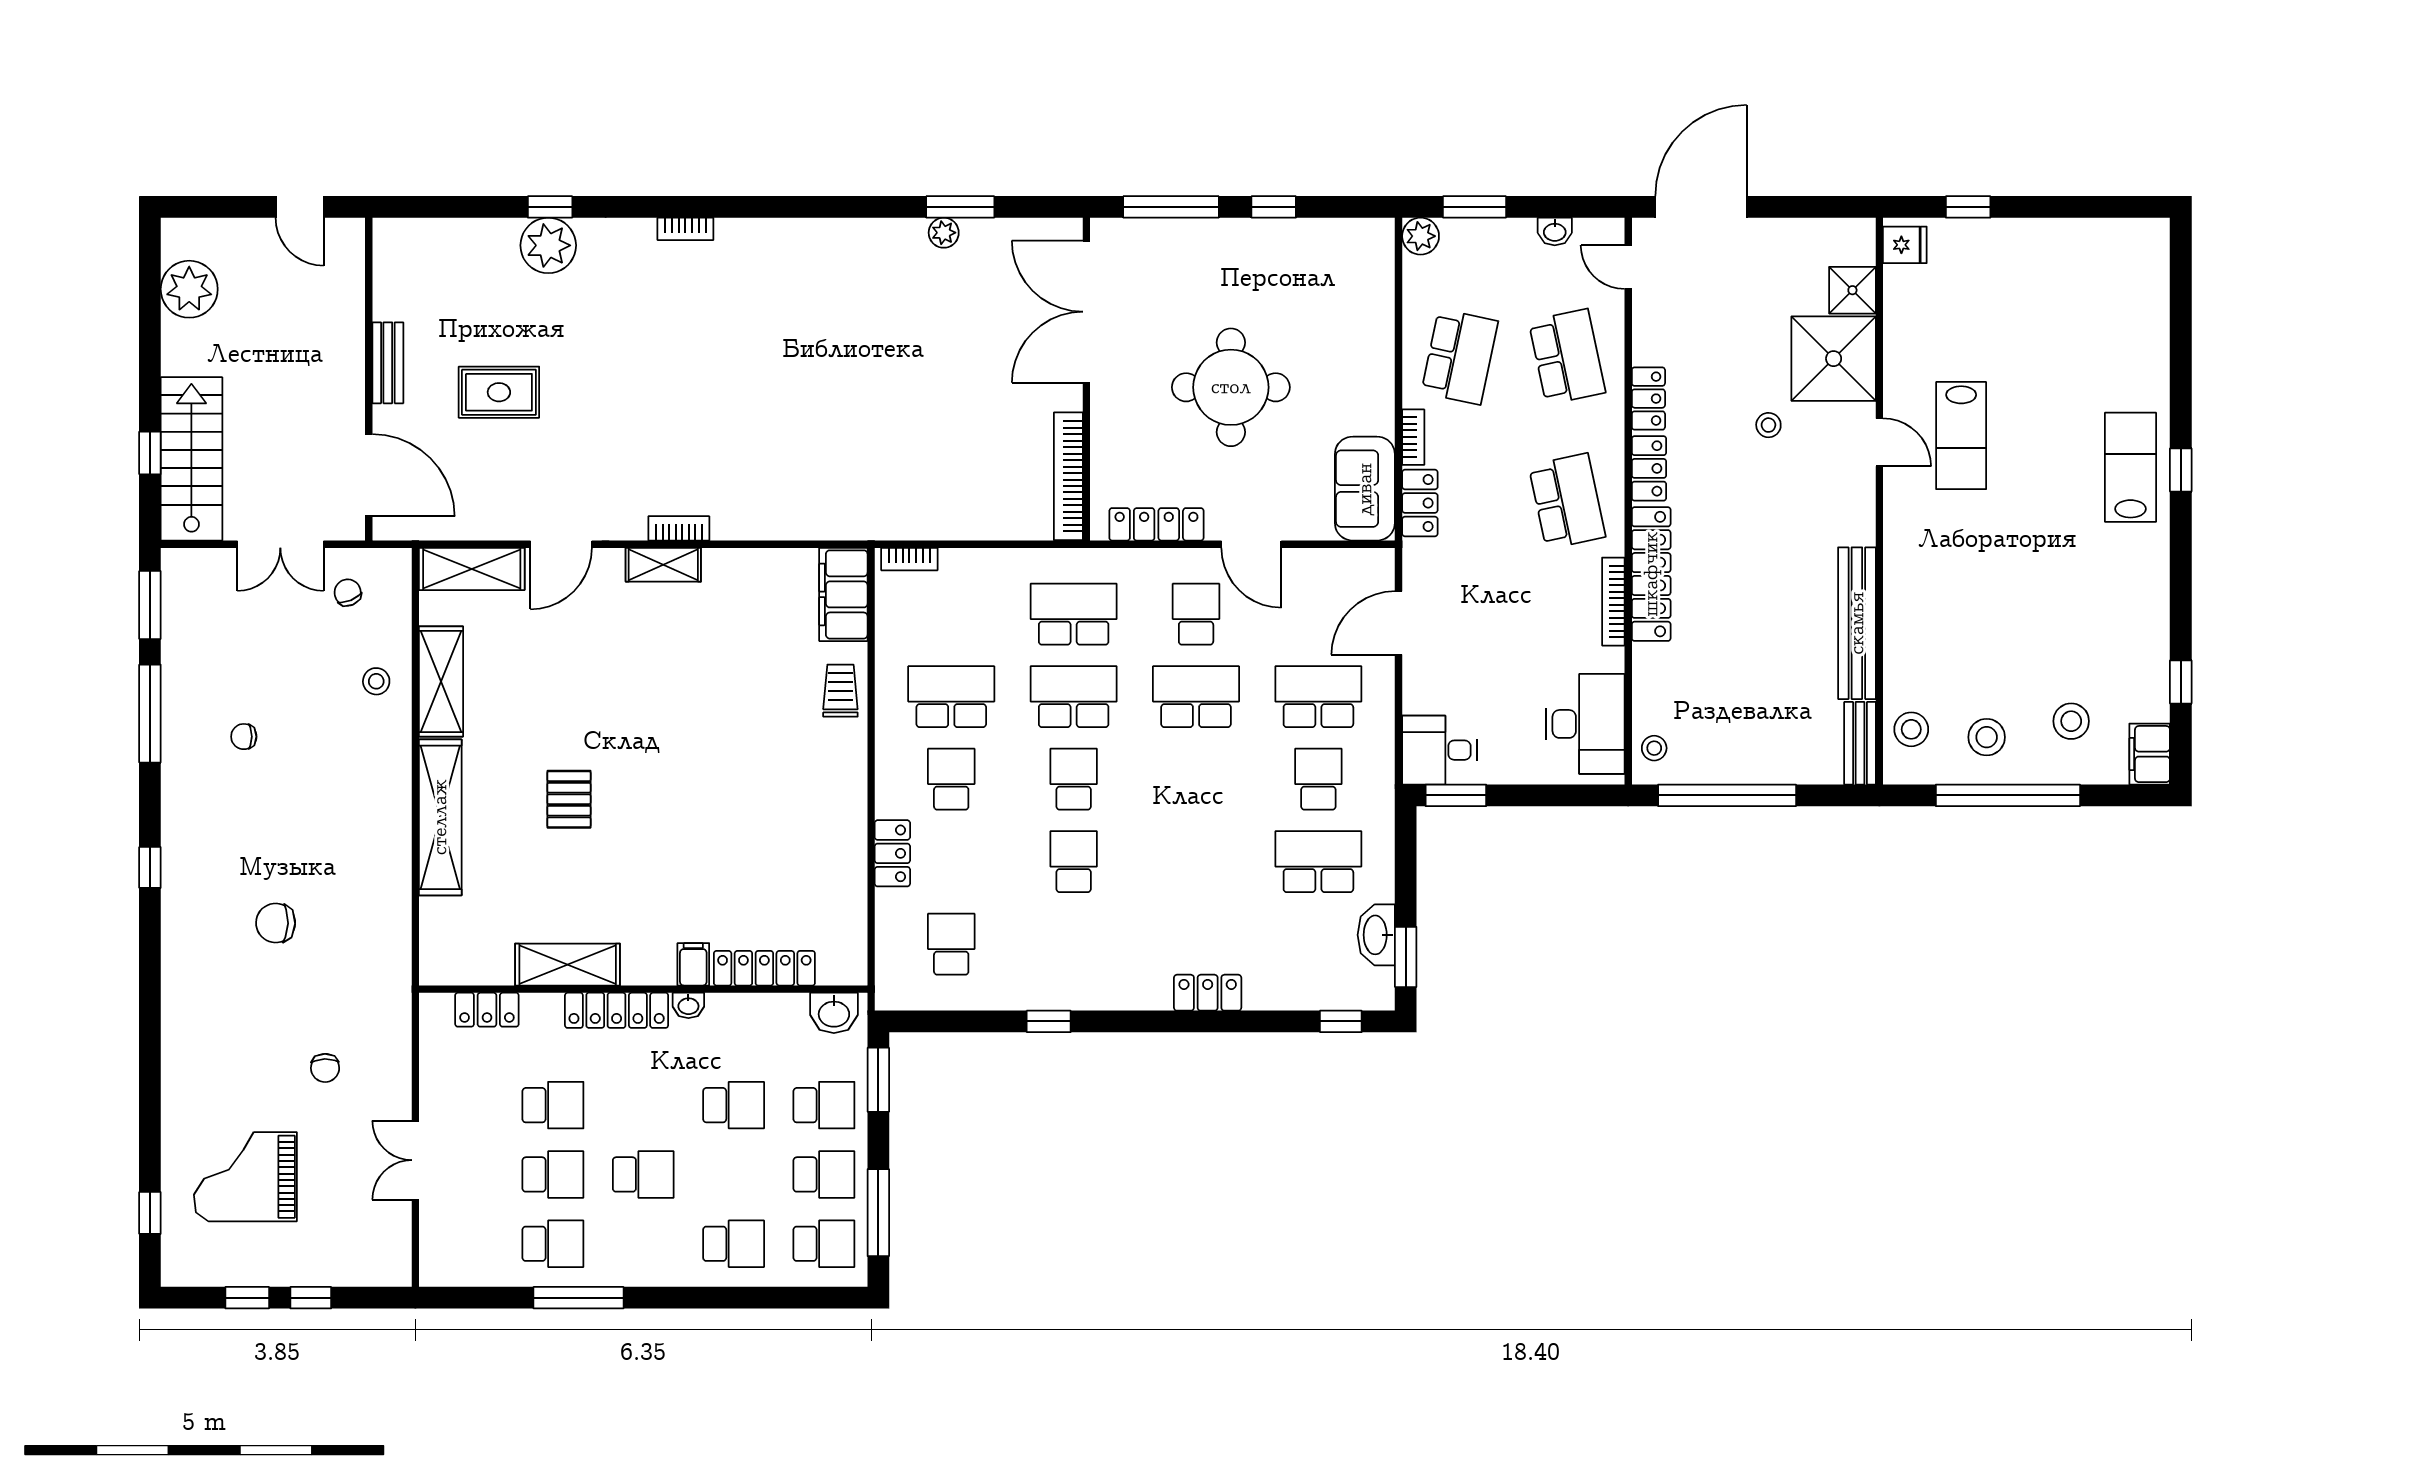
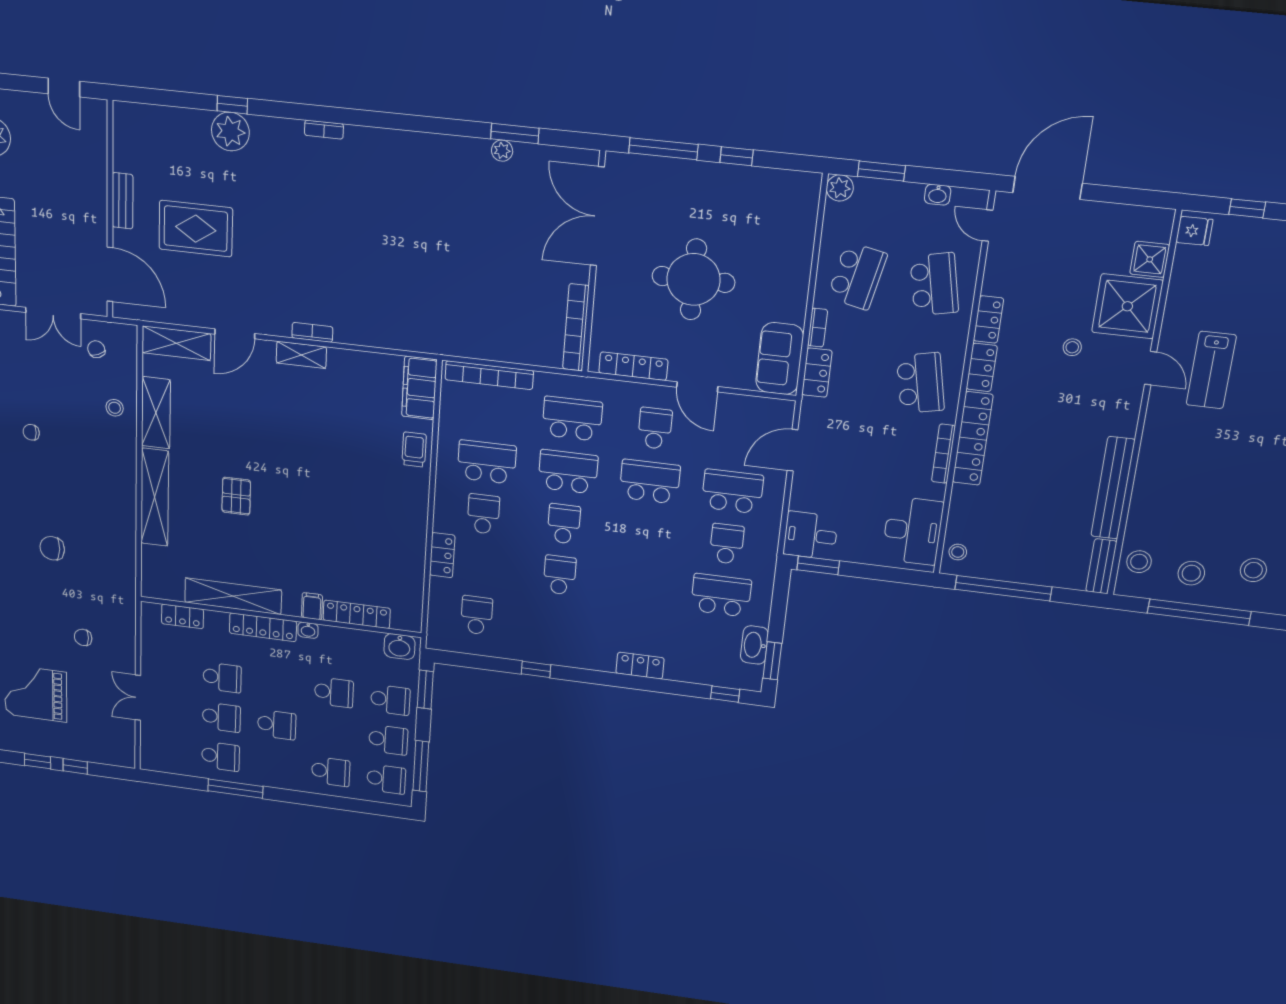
rug: (499, 392) -> (196, 229), width x1.36, depth x1.43
bookcase: (909, 559) -> (489, 375), width x2.31, depth x1.31
shelving: (568, 965) -> (233, 596), width x1.47
chair: (325, 1068) -> (83, 637), turned 91

